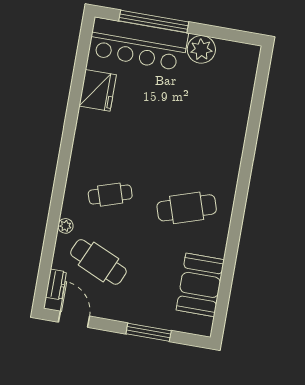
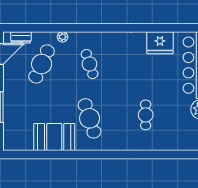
cafe table: (196, 128) -> (146, 115), added
booth: (200, 285) -> (54, 137), moved

